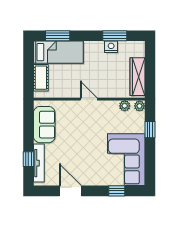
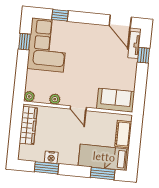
plant: (125, 106) -> (55, 99), moved
sofa: (44, 125) -> (116, 100), moved, turned 90
window: (150, 130) -> (24, 42), moved
tv unit: (39, 163) -> (134, 45), width x0.71
door: (70, 191) -> (120, 21), moved

